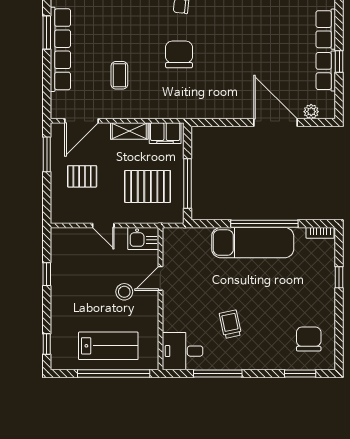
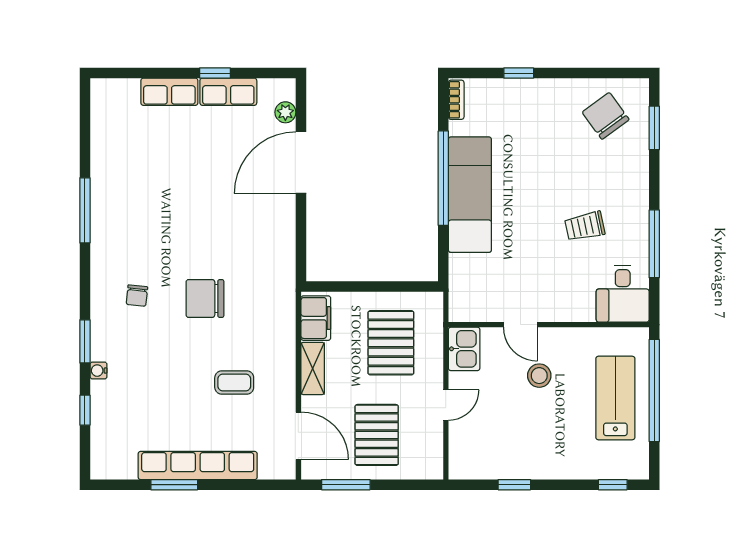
pallet: (82, 176) -> (377, 435), width x1.50, depth x1.42
window: (188, 183) -> (387, 286), removed
chair: (309, 339) -> (606, 116), turned 54

